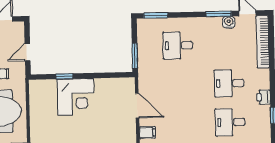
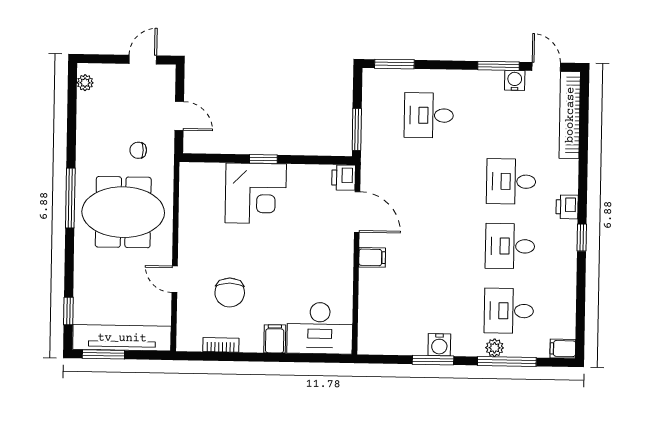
door: (27, 52) -> (179, 116), swing flipped
window: (64, 76) -> (263, 159), moved
printer: (128, 85) -> (344, 178), added

